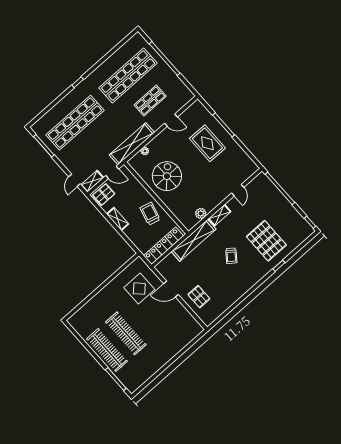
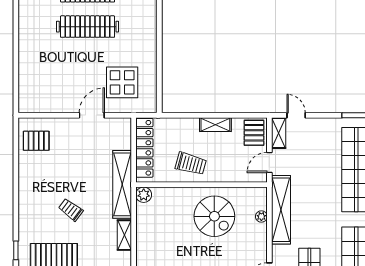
plant: (201, 213) -> (144, 195), moved
pallet: (199, 297) -> (36, 141), moved

